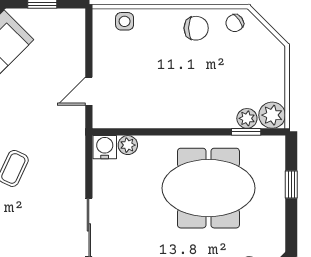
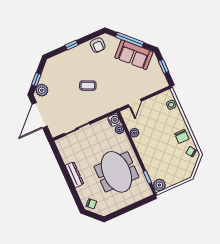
door: (89, 91) -> (135, 103), swing flipped
plant: (247, 118) -> (134, 133), moved
window: (291, 185) -> (134, 206), removed

